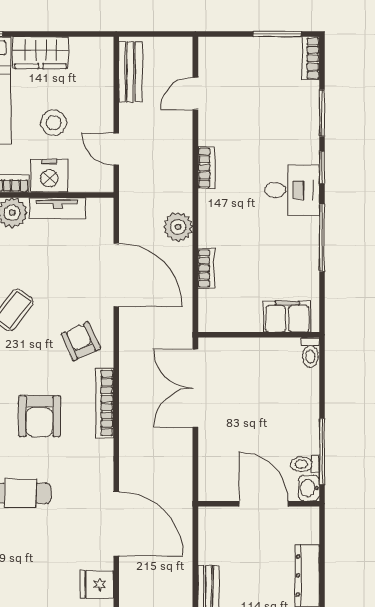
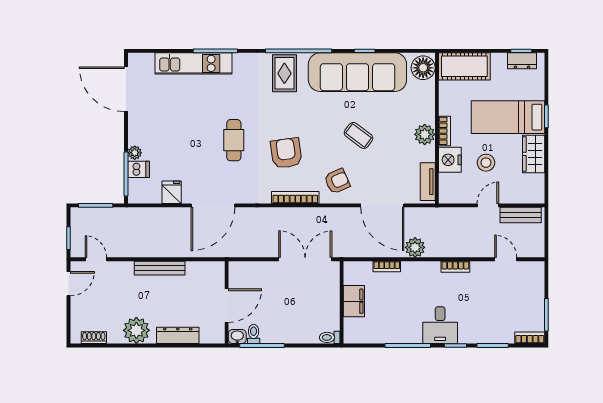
door: (116, 149) -> (488, 205), moved
tv unit: (57, 208) -> (428, 182), moved
door: (116, 275) -> (382, 205), hinge flipped
filing cabinet: (287, 317) -> (354, 301), moved
armchair: (40, 416) -> (286, 153), turned 82

